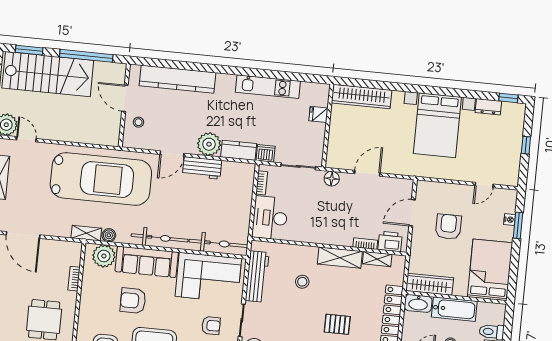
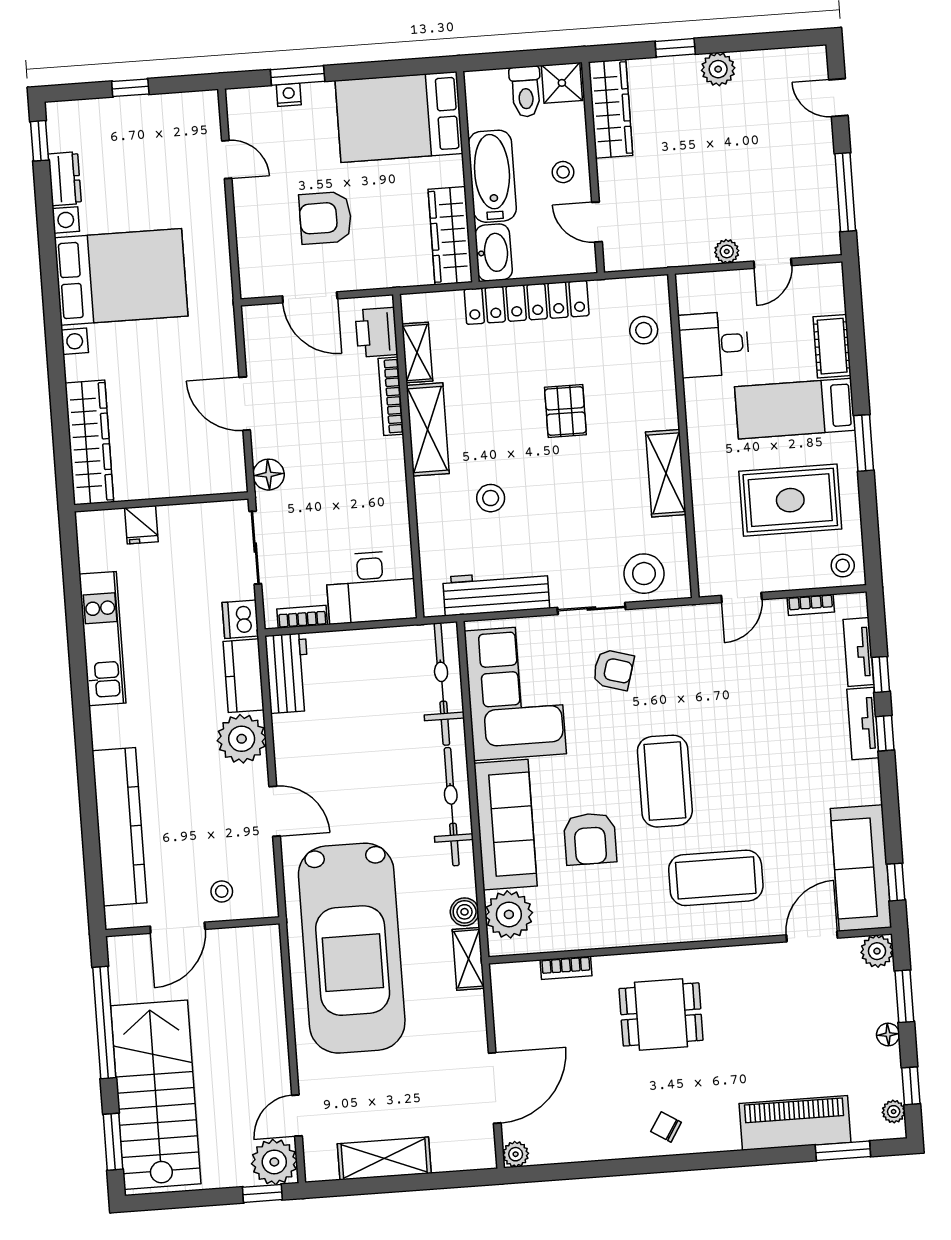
workbench: (202, 168) -> (288, 673), moved
car: (101, 179) -> (352, 948), turned 180
bookcase: (365, 244) -> (391, 396), width x1.56
armchair: (211, 326) -> (613, 670), turned 106

